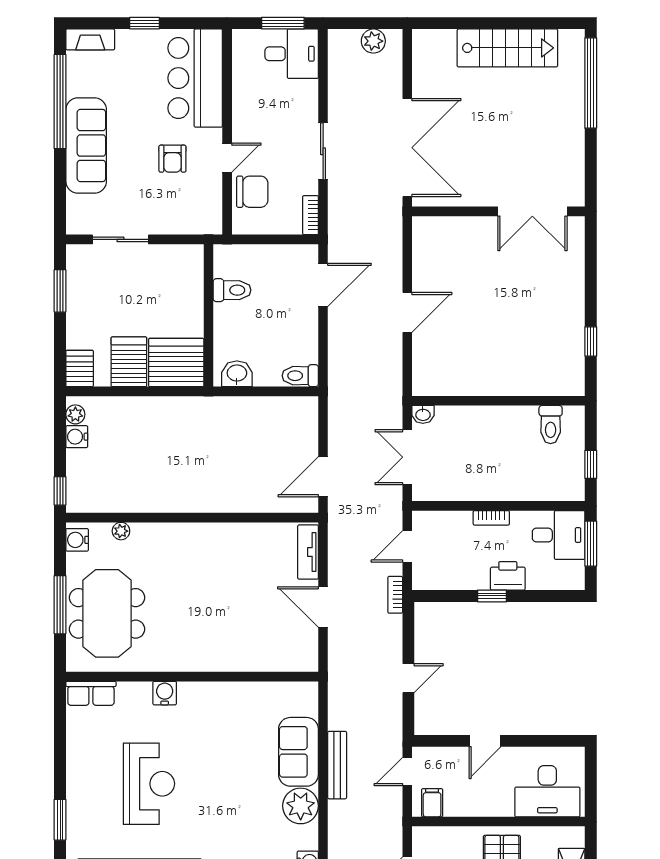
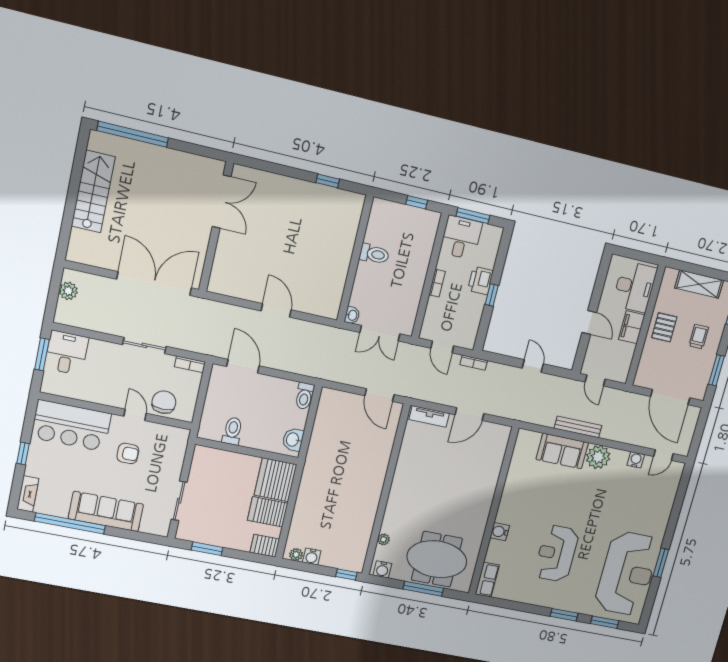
toilet: (551, 425) -> (374, 254), moved
reception desk: (149, 784) -> (556, 553), turned -90
filing cabinet: (432, 803) -> (632, 327), moved, width x2.00

